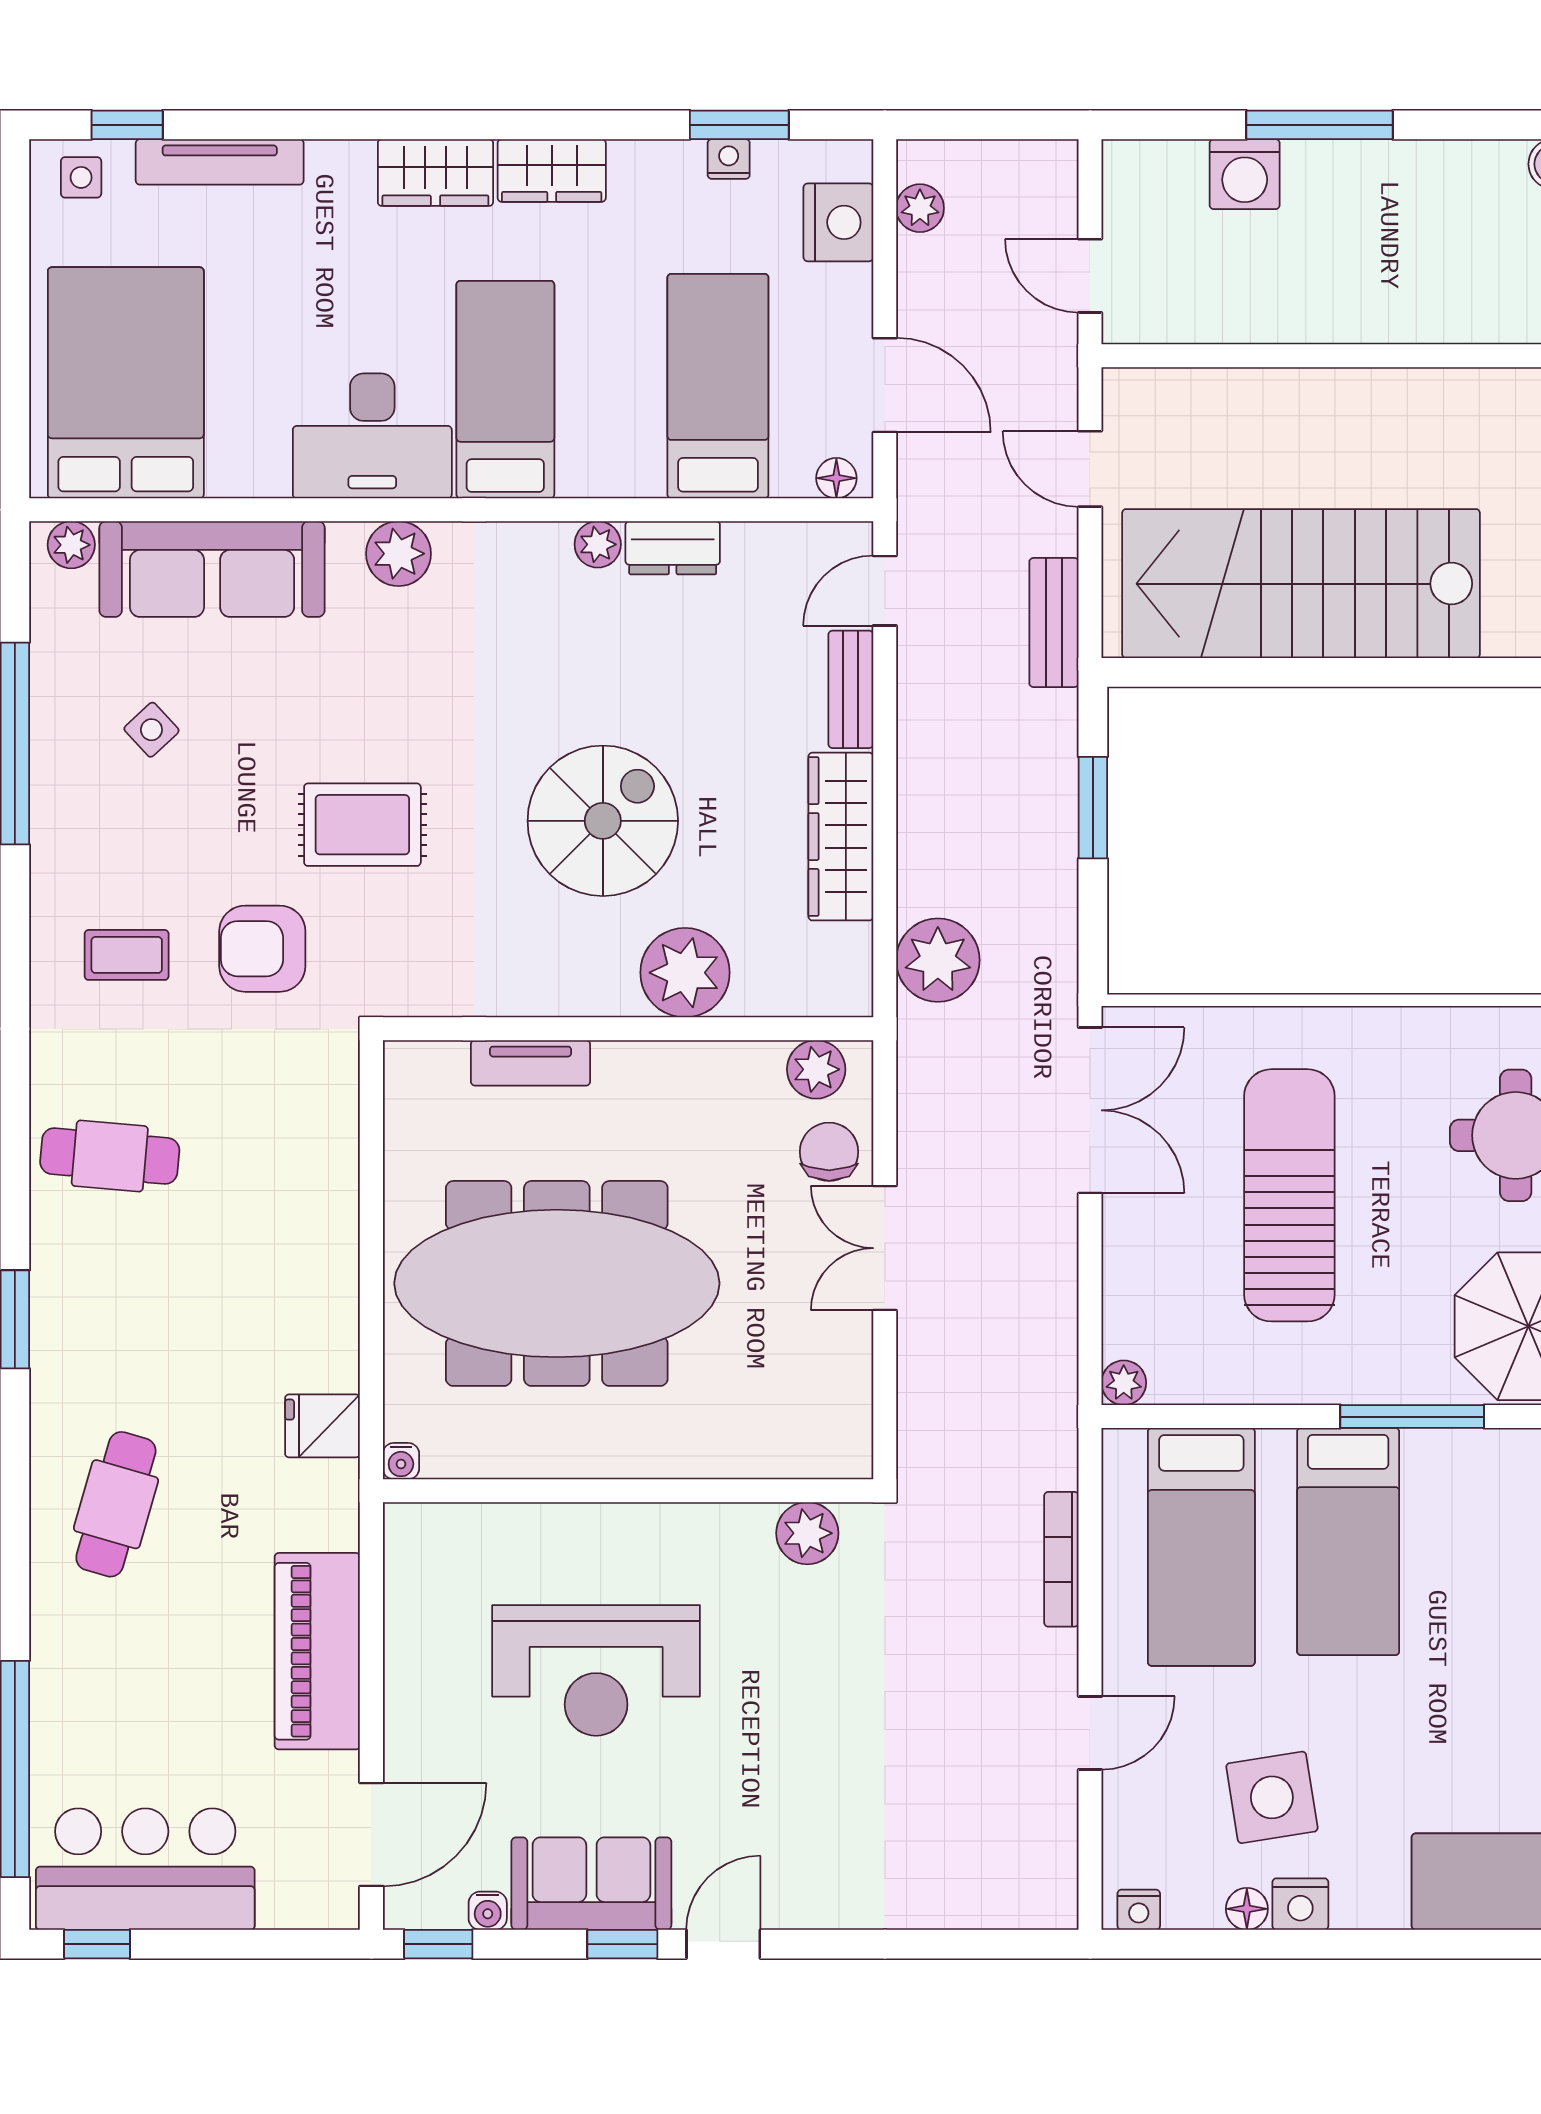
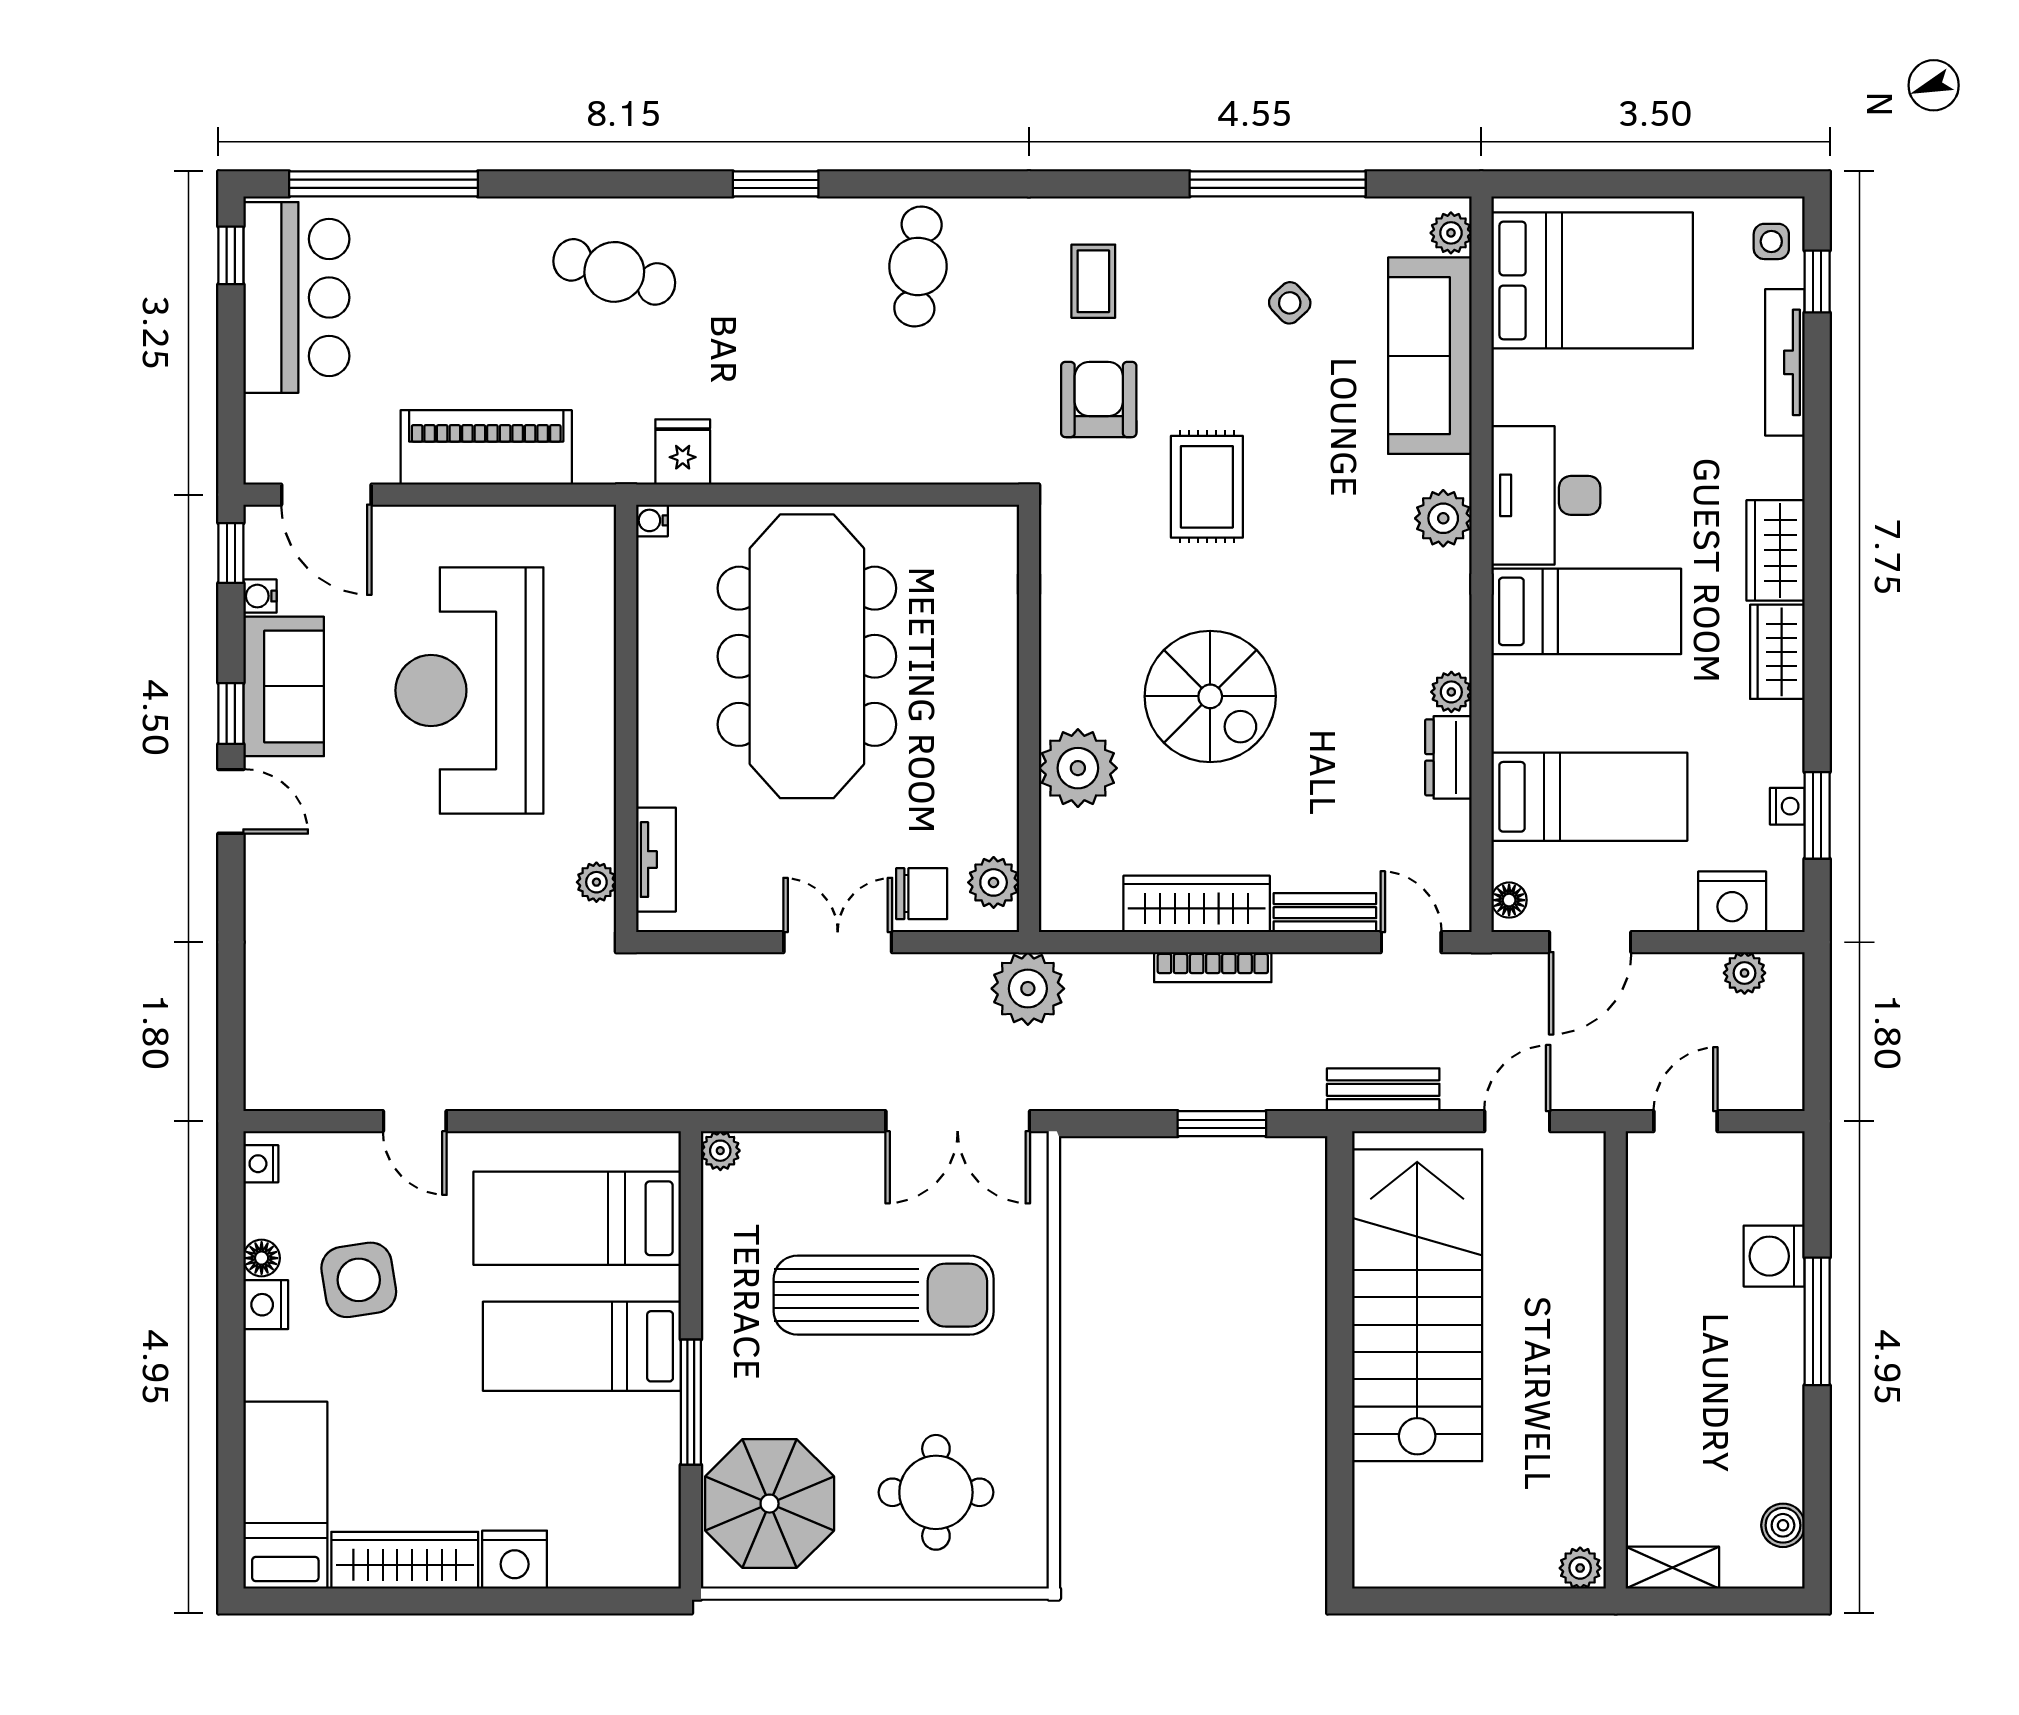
plant: (938, 960) -> (1028, 989), moved
tv unit: (531, 1063) -> (656, 860), moved, turned 180
plant: (807, 1533) -> (596, 882), width x0.73, depth x0.73
bookcase: (1061, 1559) -> (1213, 967), moved, turned 180
reception desk: (596, 1670) -> (469, 690), width x1.36, depth x1.30

